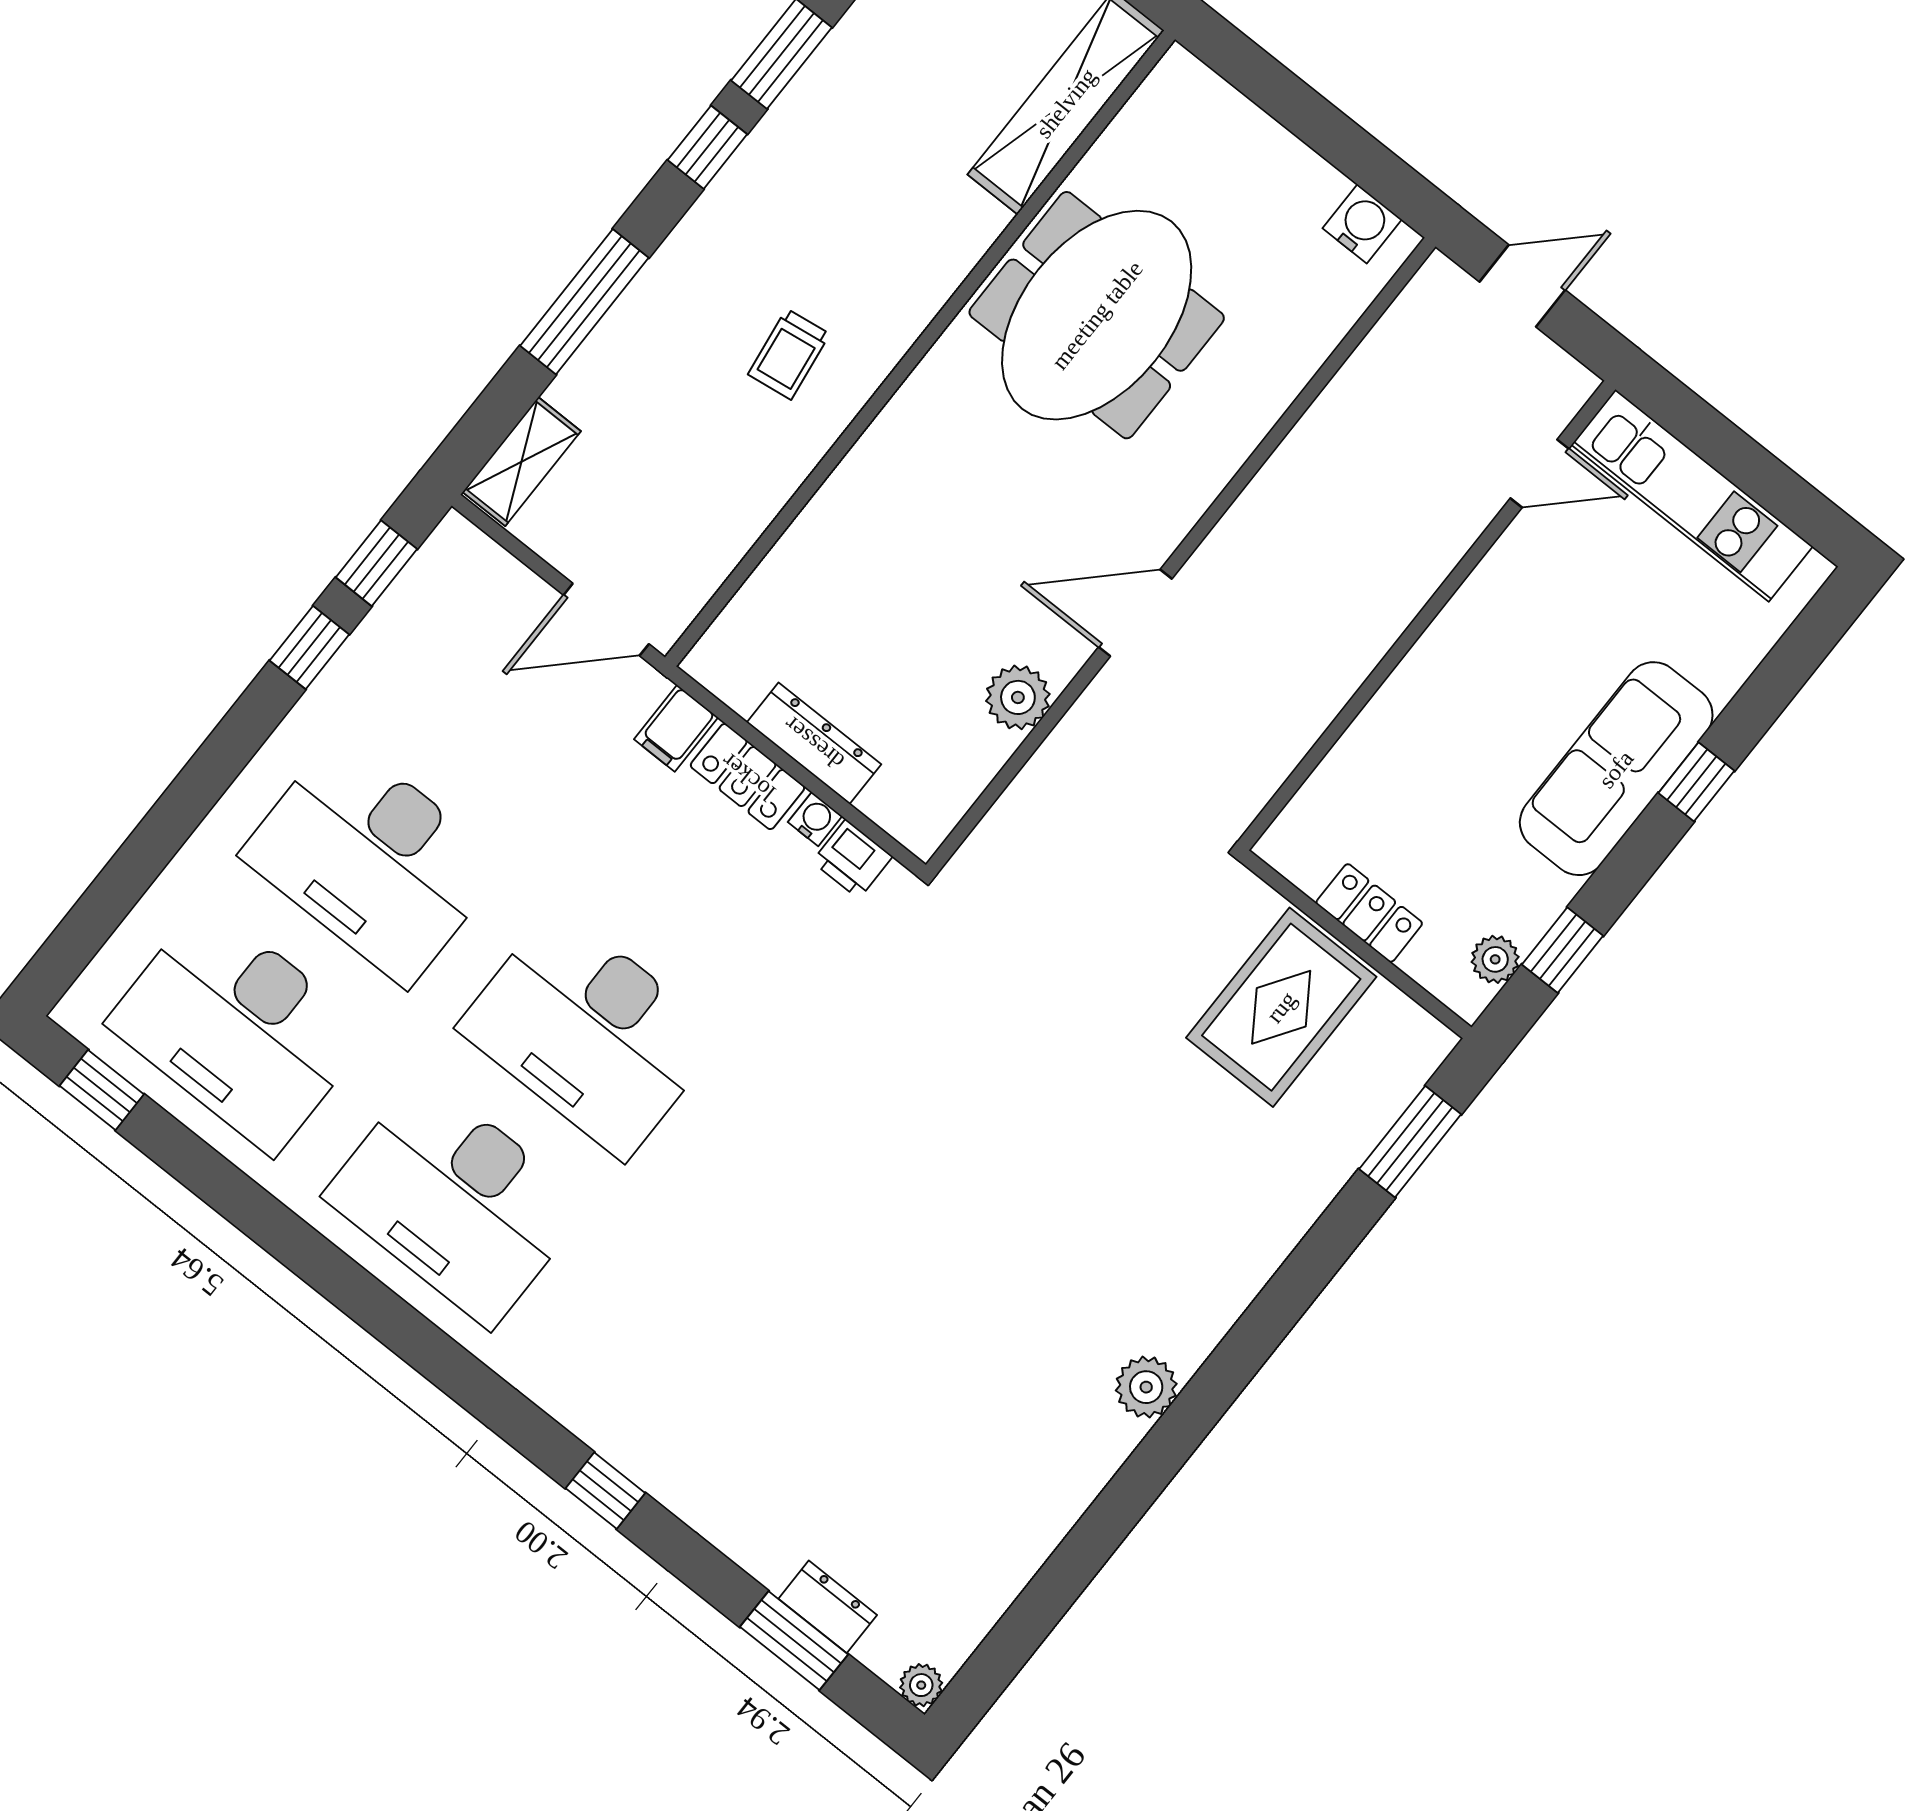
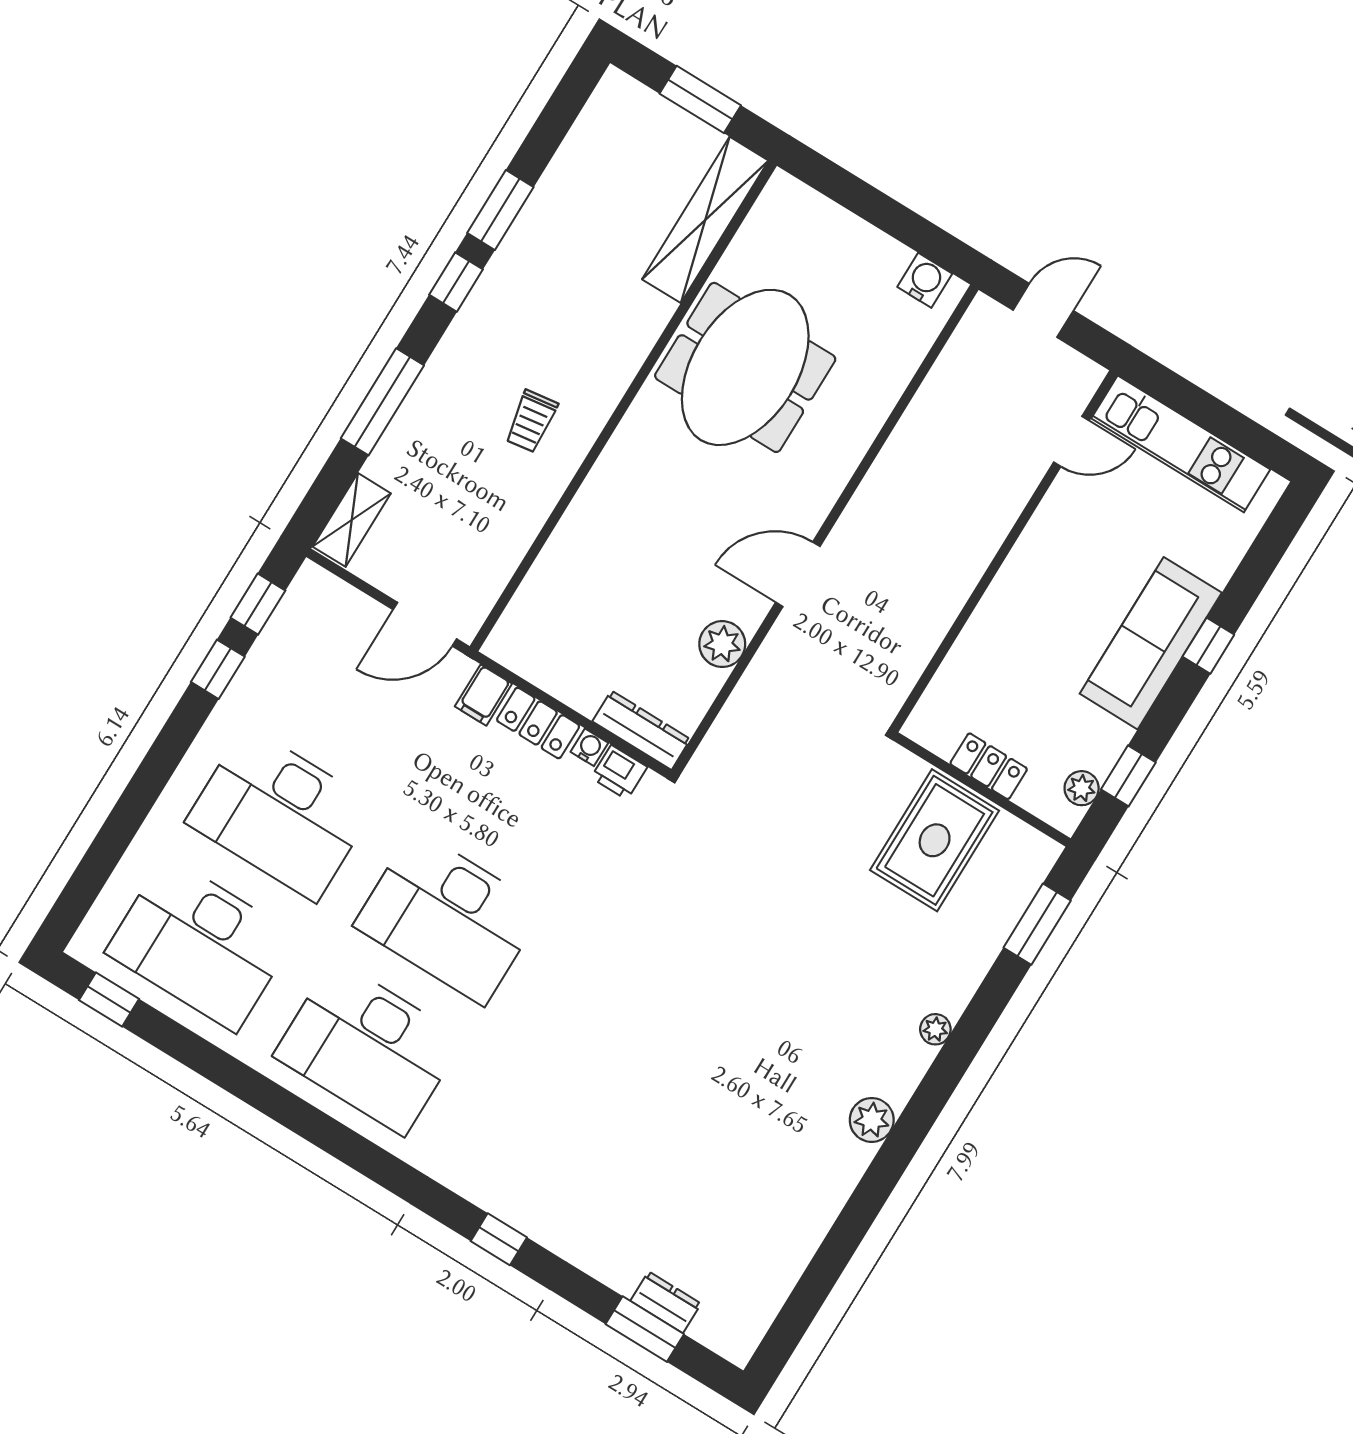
dresser: (814, 743) -> (641, 730), moved
plant: (921, 1685) -> (935, 1029), moved

